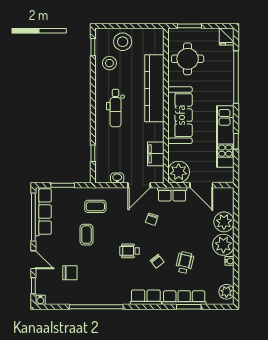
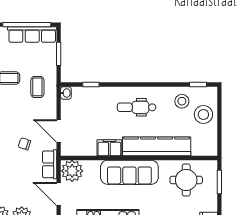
filing cabinet: (156, 154) -> (109, 148), moved
washbasin: (117, 178) -> (66, 93), moved
door: (201, 185) -> (59, 194), hinge flipped

